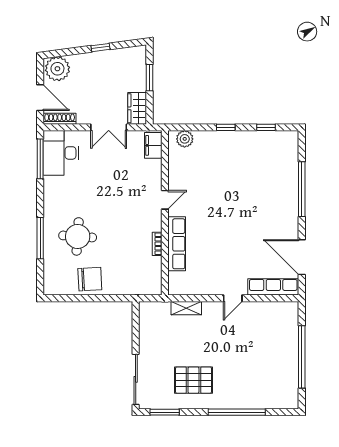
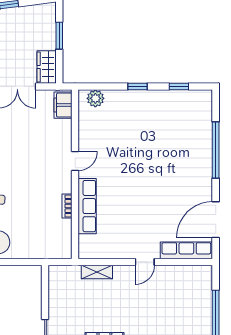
door: (302, 257) -> (216, 220), hinge flipped

